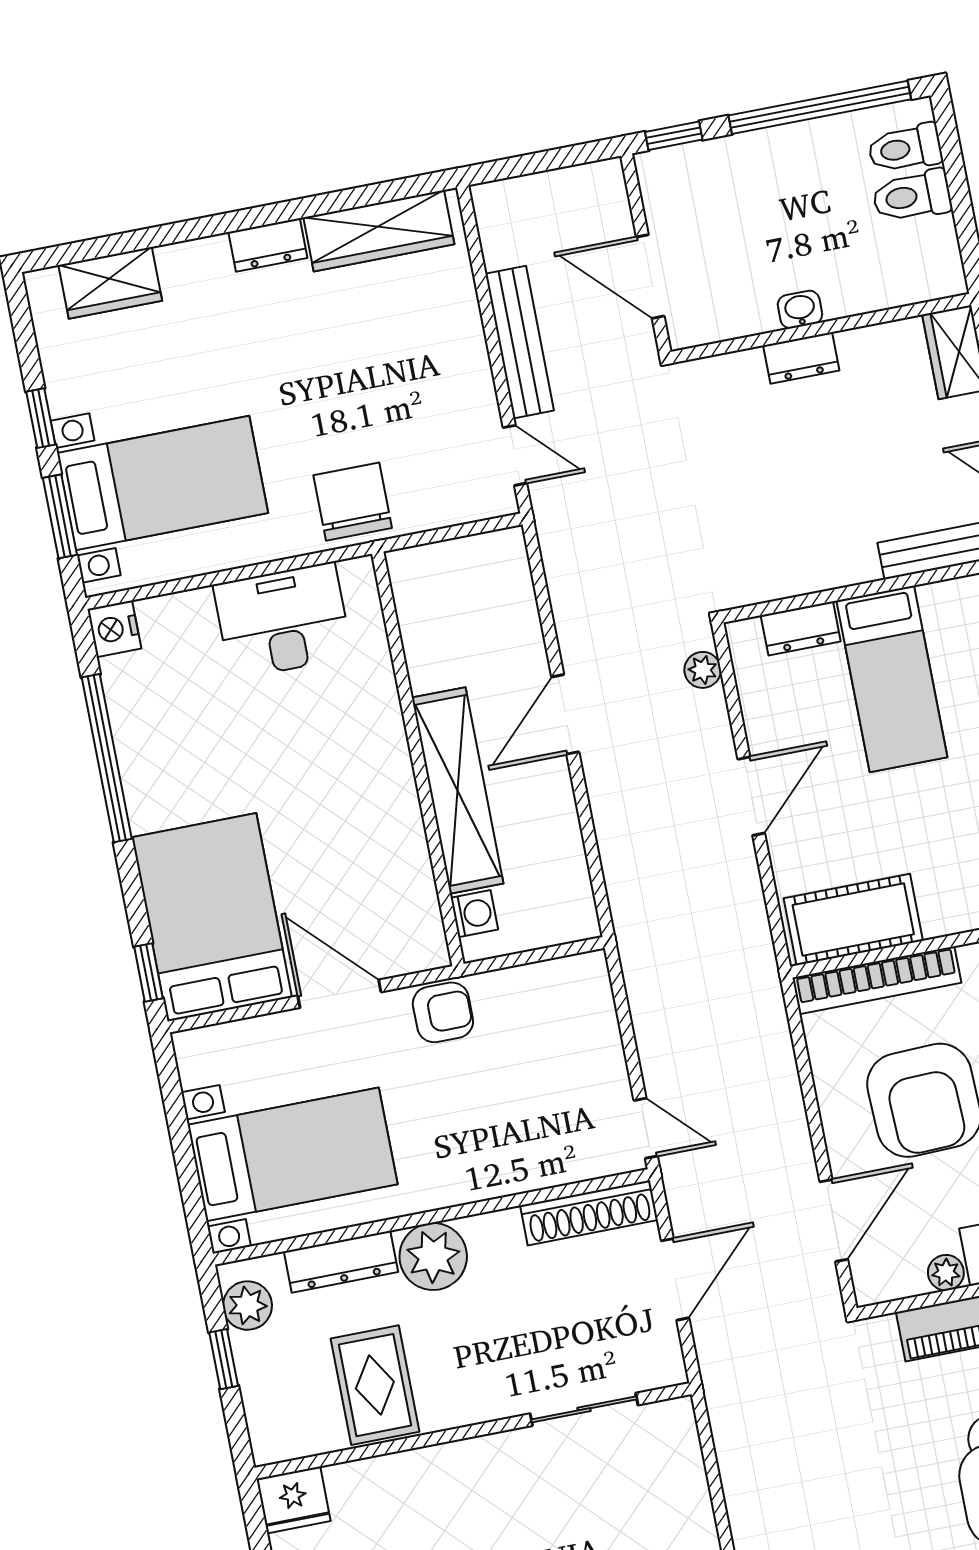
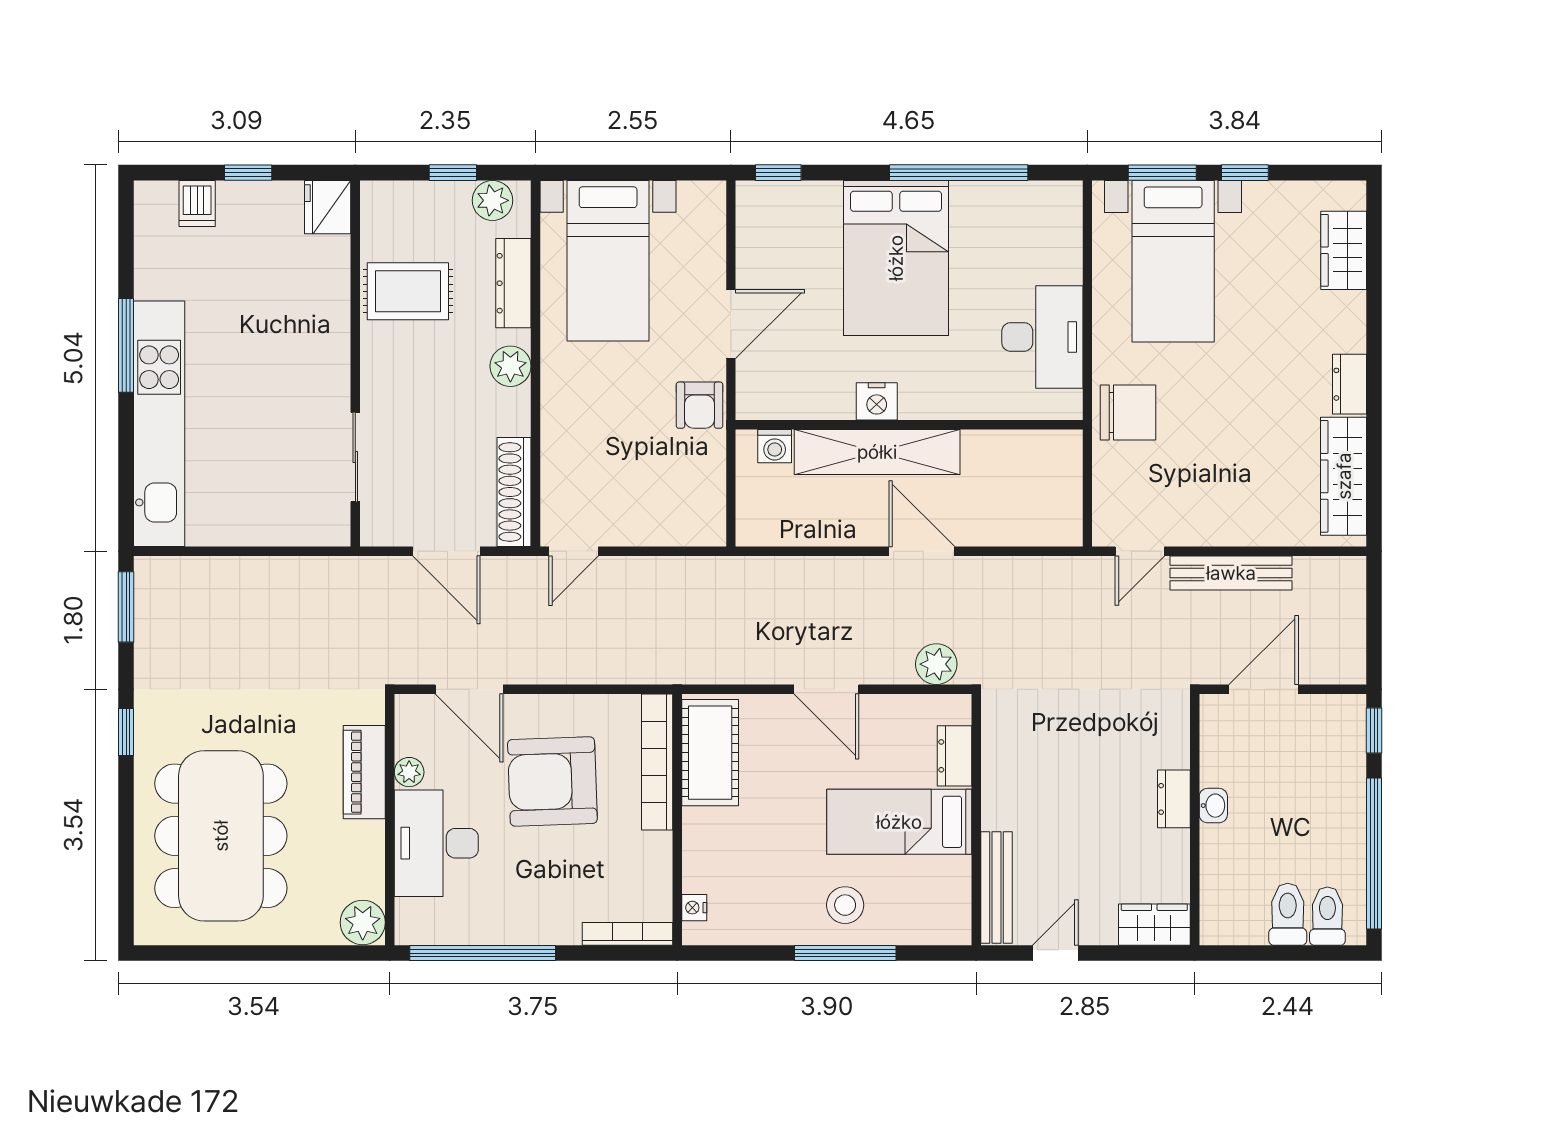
nightstand: (114, 629) -> (877, 401), moved, turned 180
plant: (703, 670) -> (936, 664), width x1.38, depth x1.38
bed: (212, 917) -> (896, 258), moved, turned 90
plant: (433, 1257) -> (510, 366), width x0.73, depth x0.73

